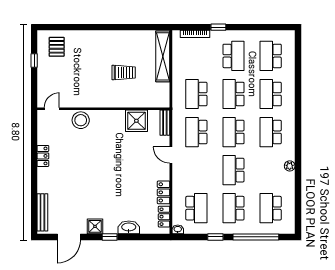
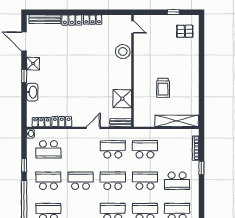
locker: (43, 180) -> (72, 20), added

